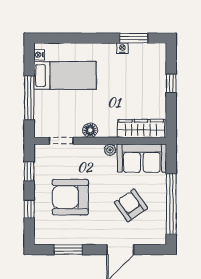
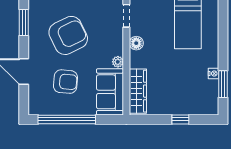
armchair: (70, 197) -> (68, 35), moved, turned 64
armchair: (131, 205) -> (65, 82), turned 40

